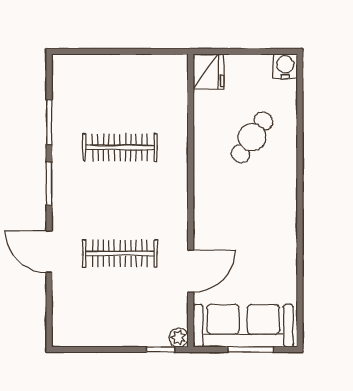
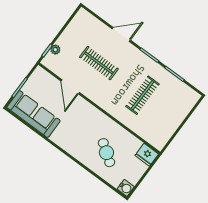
clothes rail: (120, 253) -> (99, 63), turned 90
sofa: (243, 326) -> (34, 114), moved, turned -90
plant: (179, 338) -> (55, 50), moved

